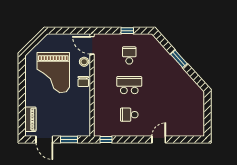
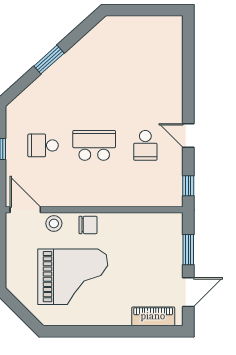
door: (92, 45) -> (25, 210), swing flipped
school desk: (129, 85) -> (94, 145), turned 90
door: (159, 139) -> (188, 136), moved

